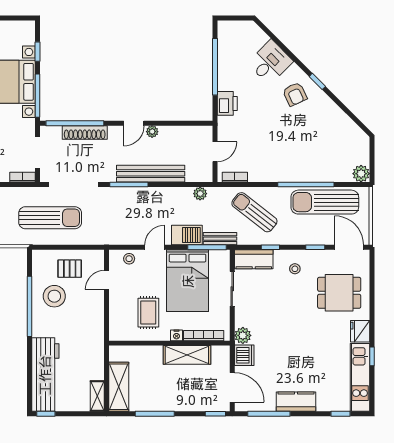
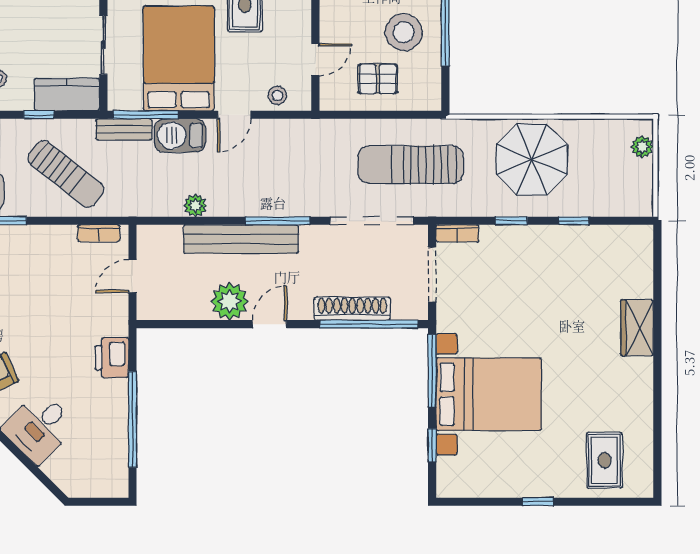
plant: (152, 132) -> (230, 301), width x1.88, depth x1.88
plant: (200, 194) -> (195, 206), moved

